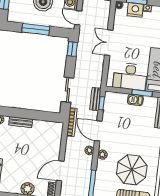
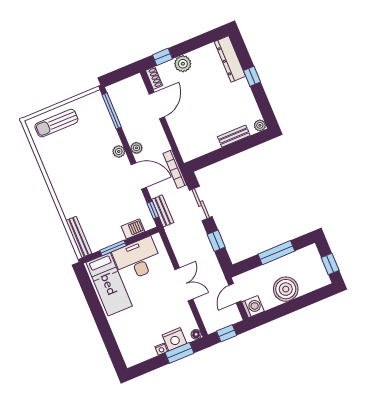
door: (78, 18) -> (235, 293), swing flipped
window: (72, 49) -> (216, 241), moved
barbecue: (135, 100) -> (133, 229), moved
parasol: (132, 170) -> (75, 153), removed

